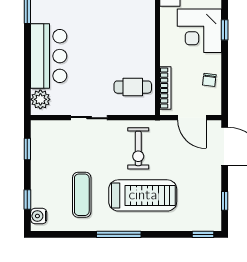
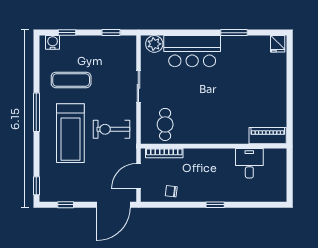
corner desk: (199, 31) -> (214, 183), removed

